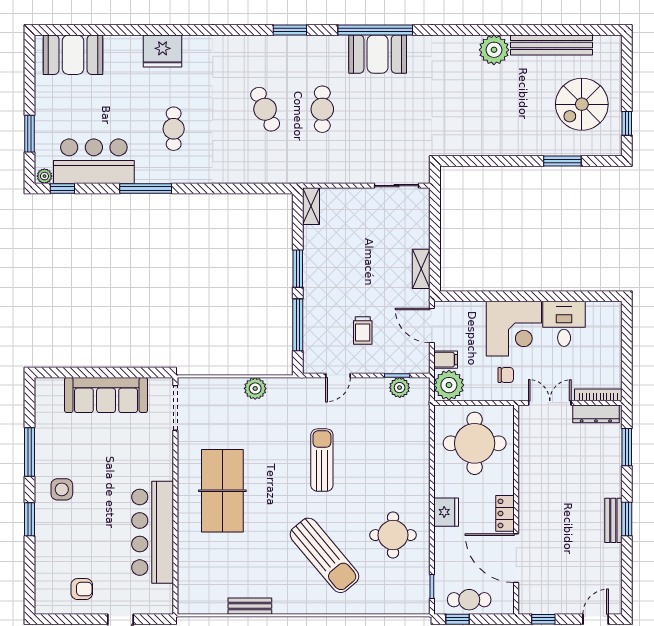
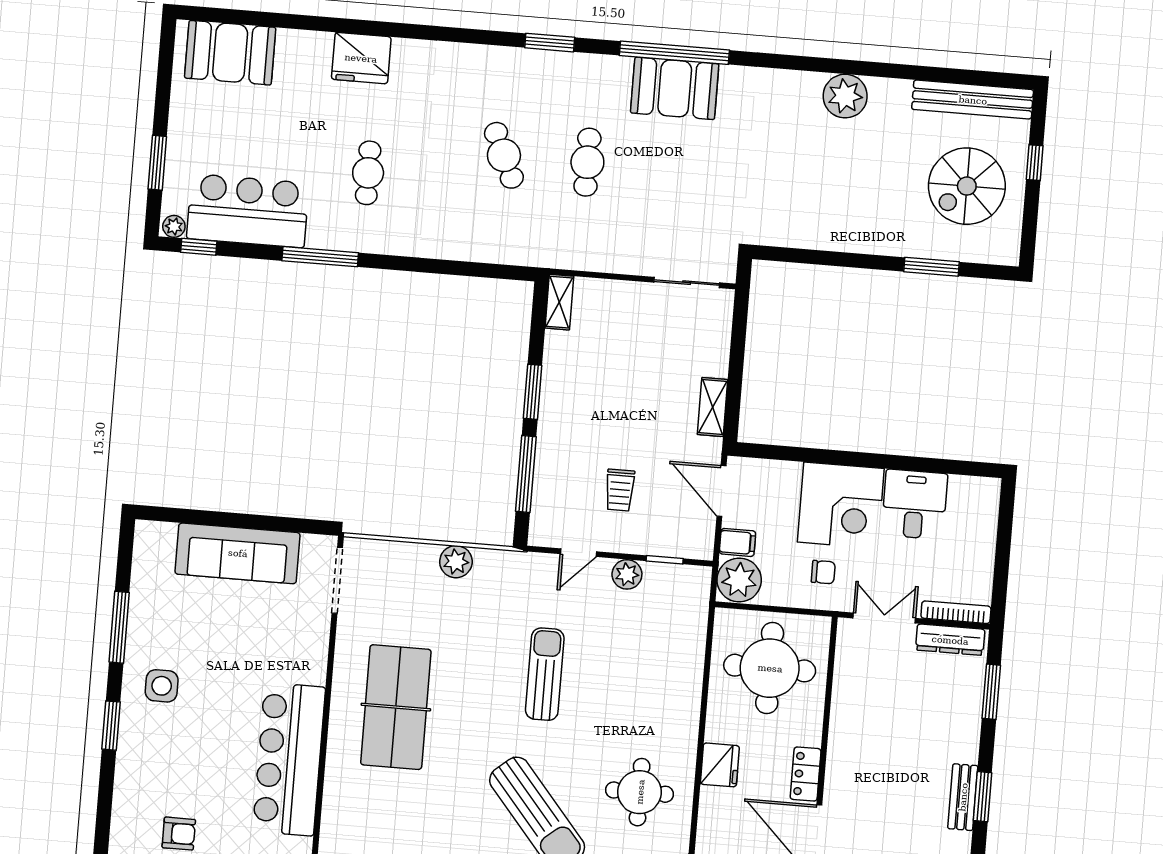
bench: (551, 45) -> (973, 100), moved
window: (627, 123) -> (1035, 163), moved
plant: (400, 388) -> (627, 574), moved

